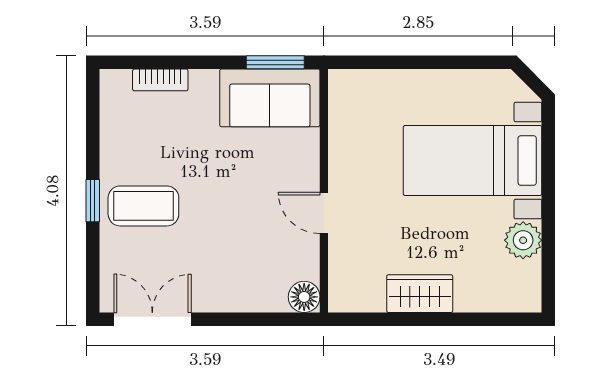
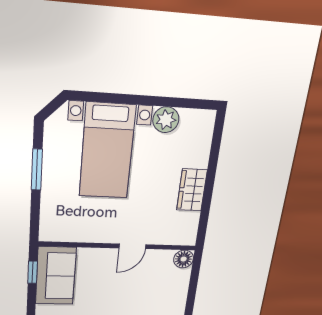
window: (275, 62) -> (33, 272), width x0.67
window: (440, 62) -> (37, 170), added

